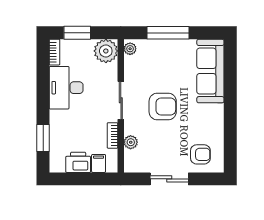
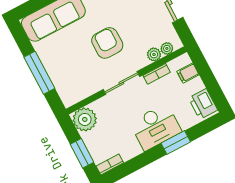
plant: (130, 49) -> (167, 48), moved
desk: (66, 88) -> (156, 127), moved
window: (43, 138) -> (176, 143), moved
printer: (78, 162) -> (203, 104), moved

